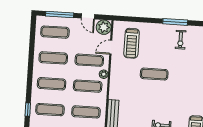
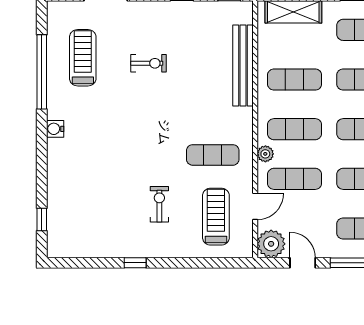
window: (175, 22) -> (135, 263), width x0.46
exercise bike: (181, 40) -> (159, 204), moved
exercise mat: (154, 74) -> (213, 155), moved

